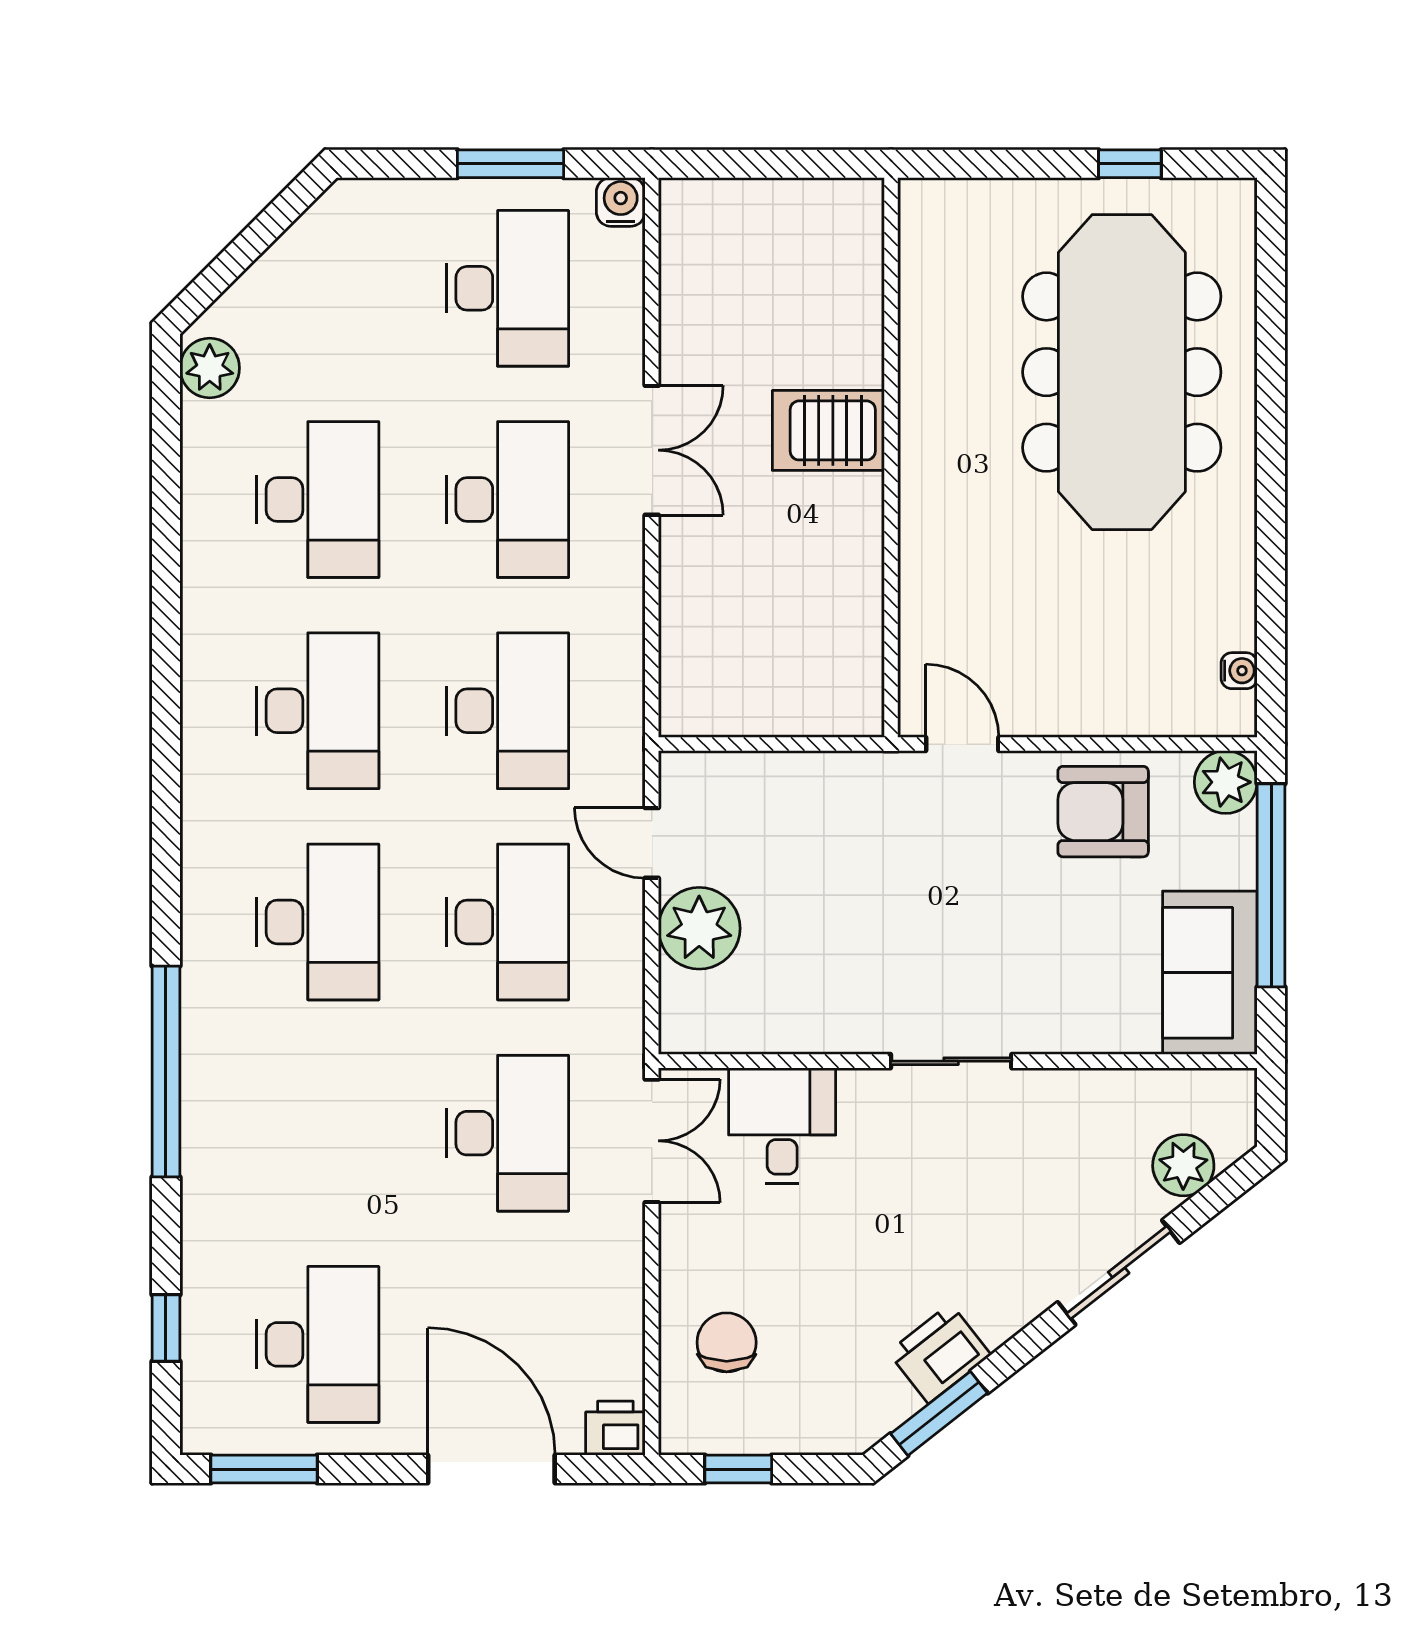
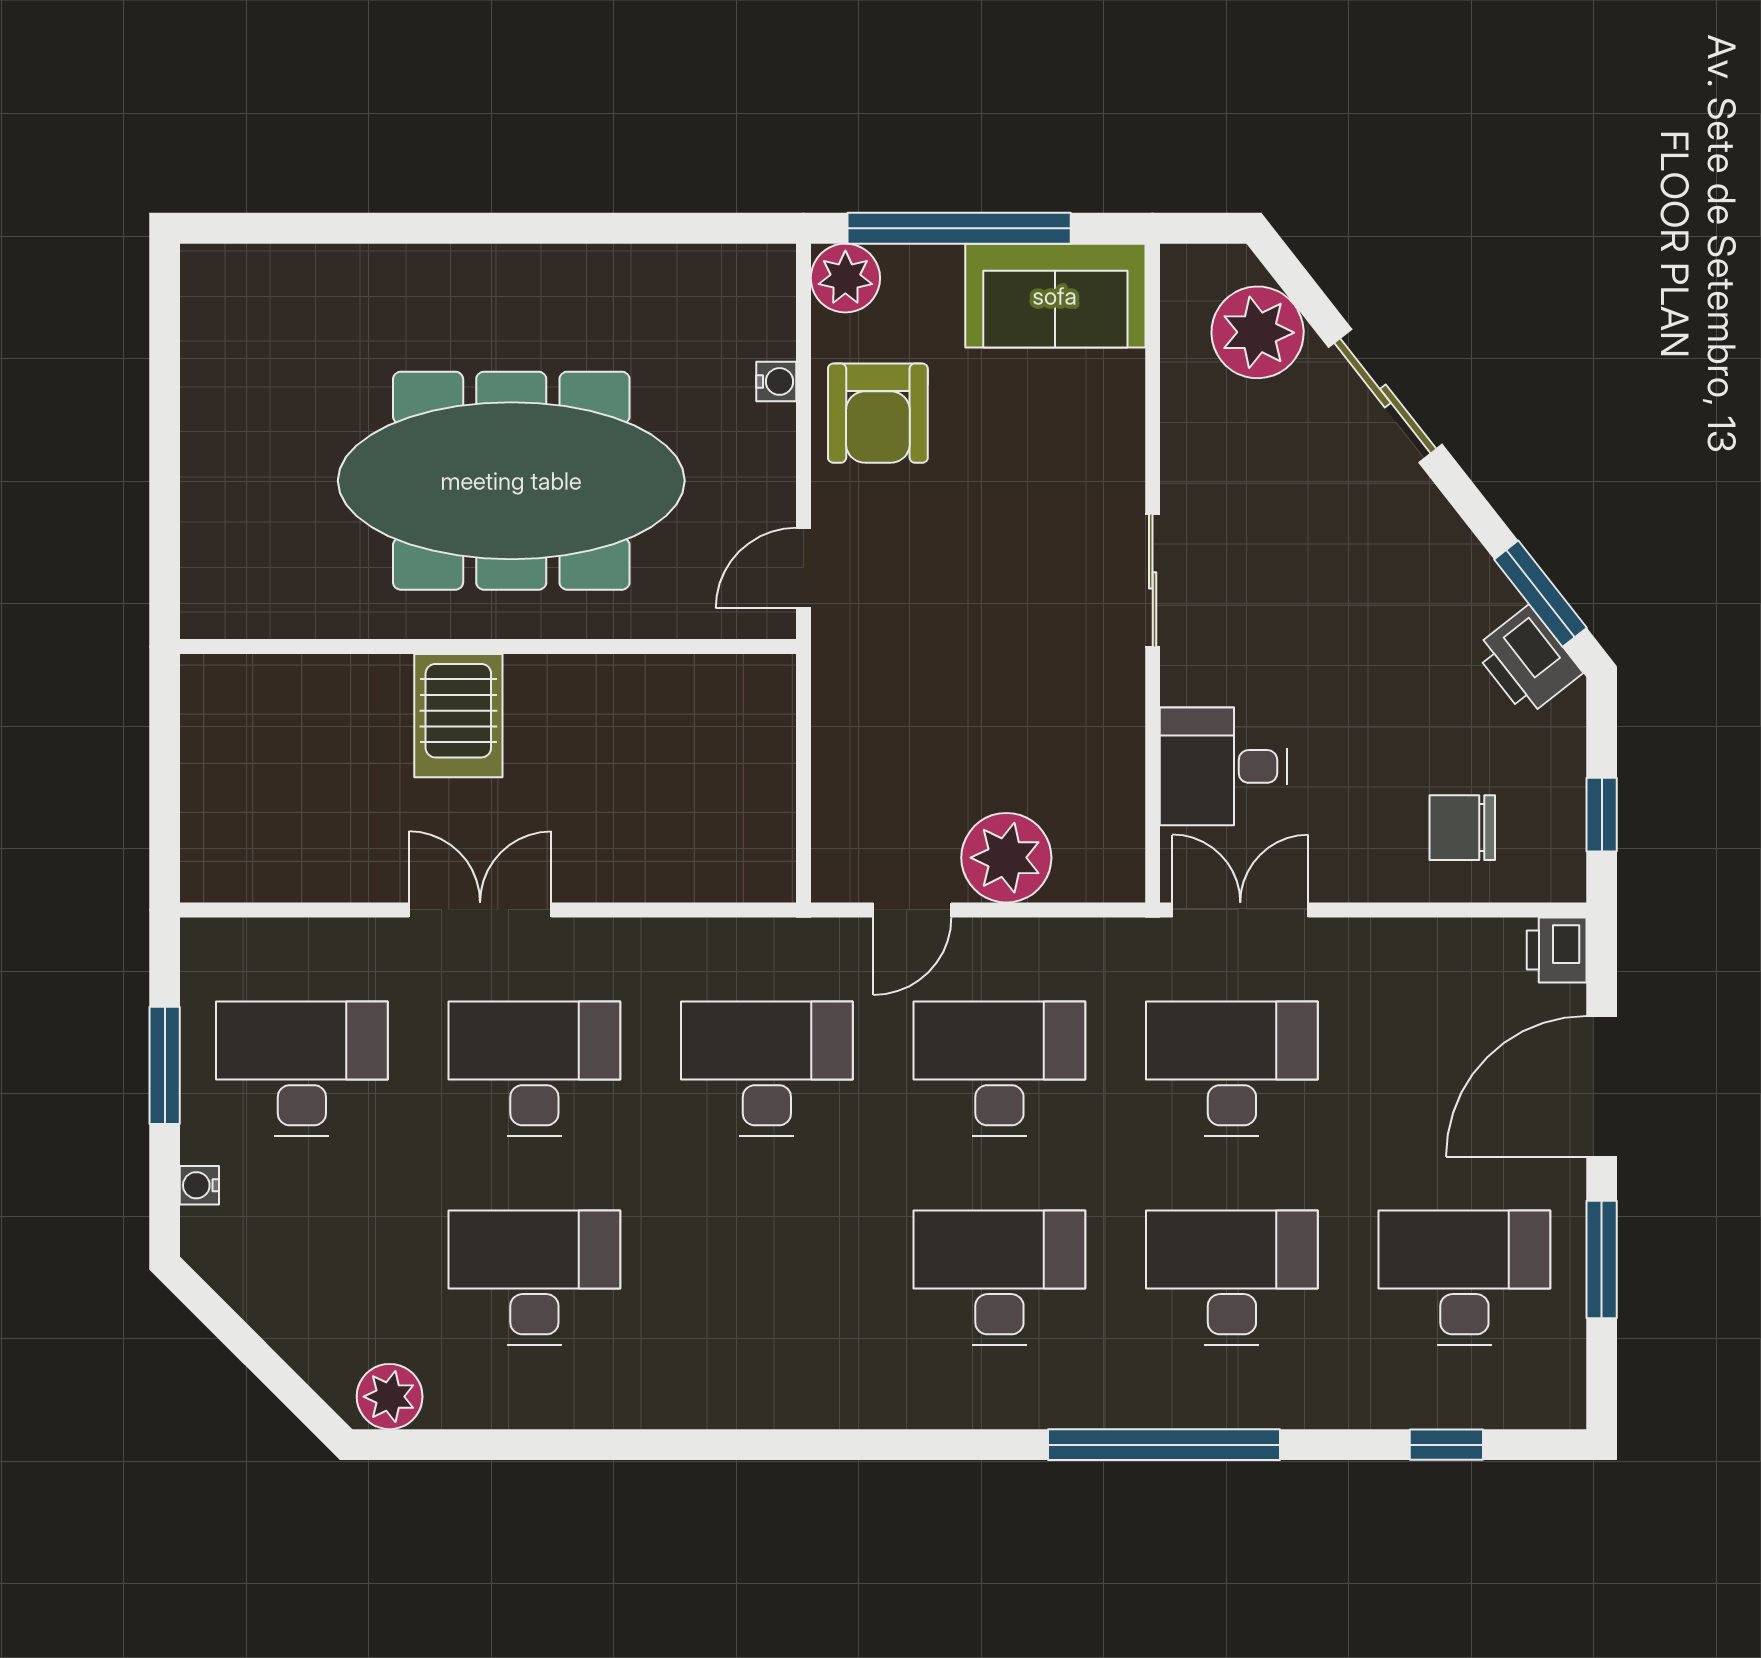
window: (1130, 164) -> (165, 384), removed
water cooler: (621, 202) -> (199, 1185), moved, width x0.72, depth x0.72
meeting table: (1122, 372) -> (511, 481), moved
water cooler: (1239, 671) -> (776, 381), moved, turned 90
desk: (318, 711) -> (1232, 1278), moved
plant: (1183, 1165) -> (1258, 332), width x1.36, depth x1.36
printer: (939, 1353) -> (1528, 661), moved
window: (264, 1469) -> (1602, 1259), moved

